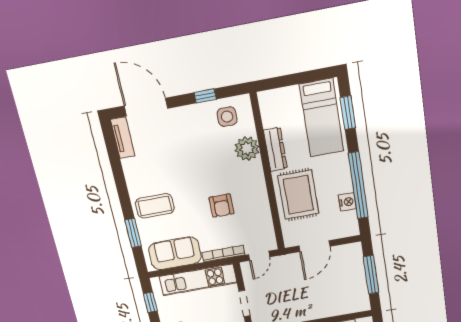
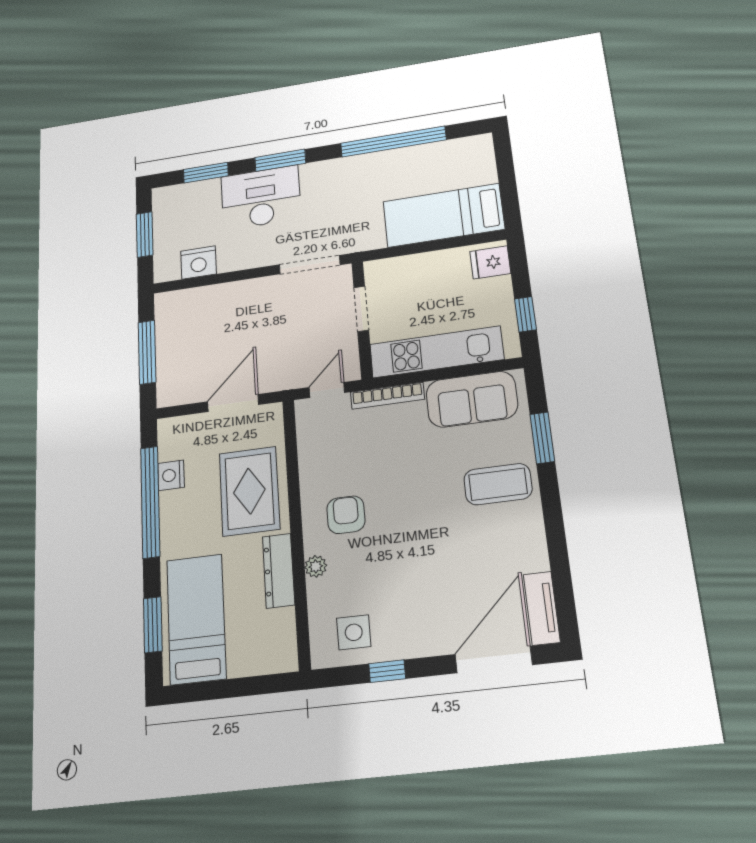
door: (146, 107) -> (494, 660), swing flipped
plant: (247, 149) -> (316, 566), width x0.53, depth x0.53
armchair: (221, 206) -> (346, 515), moved

